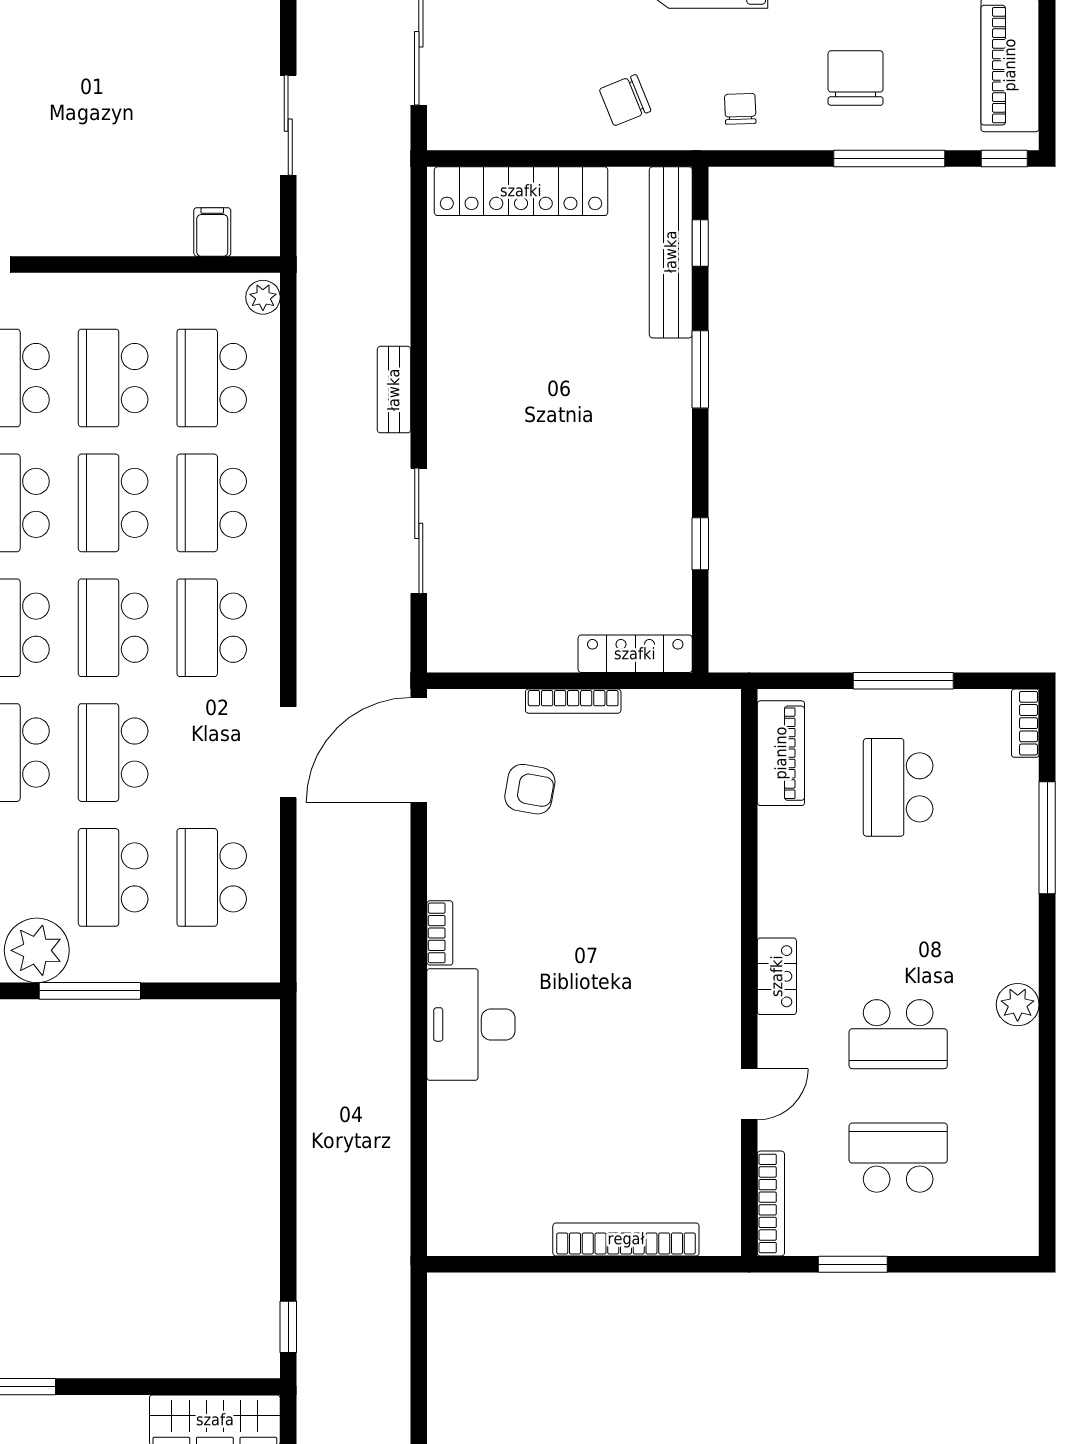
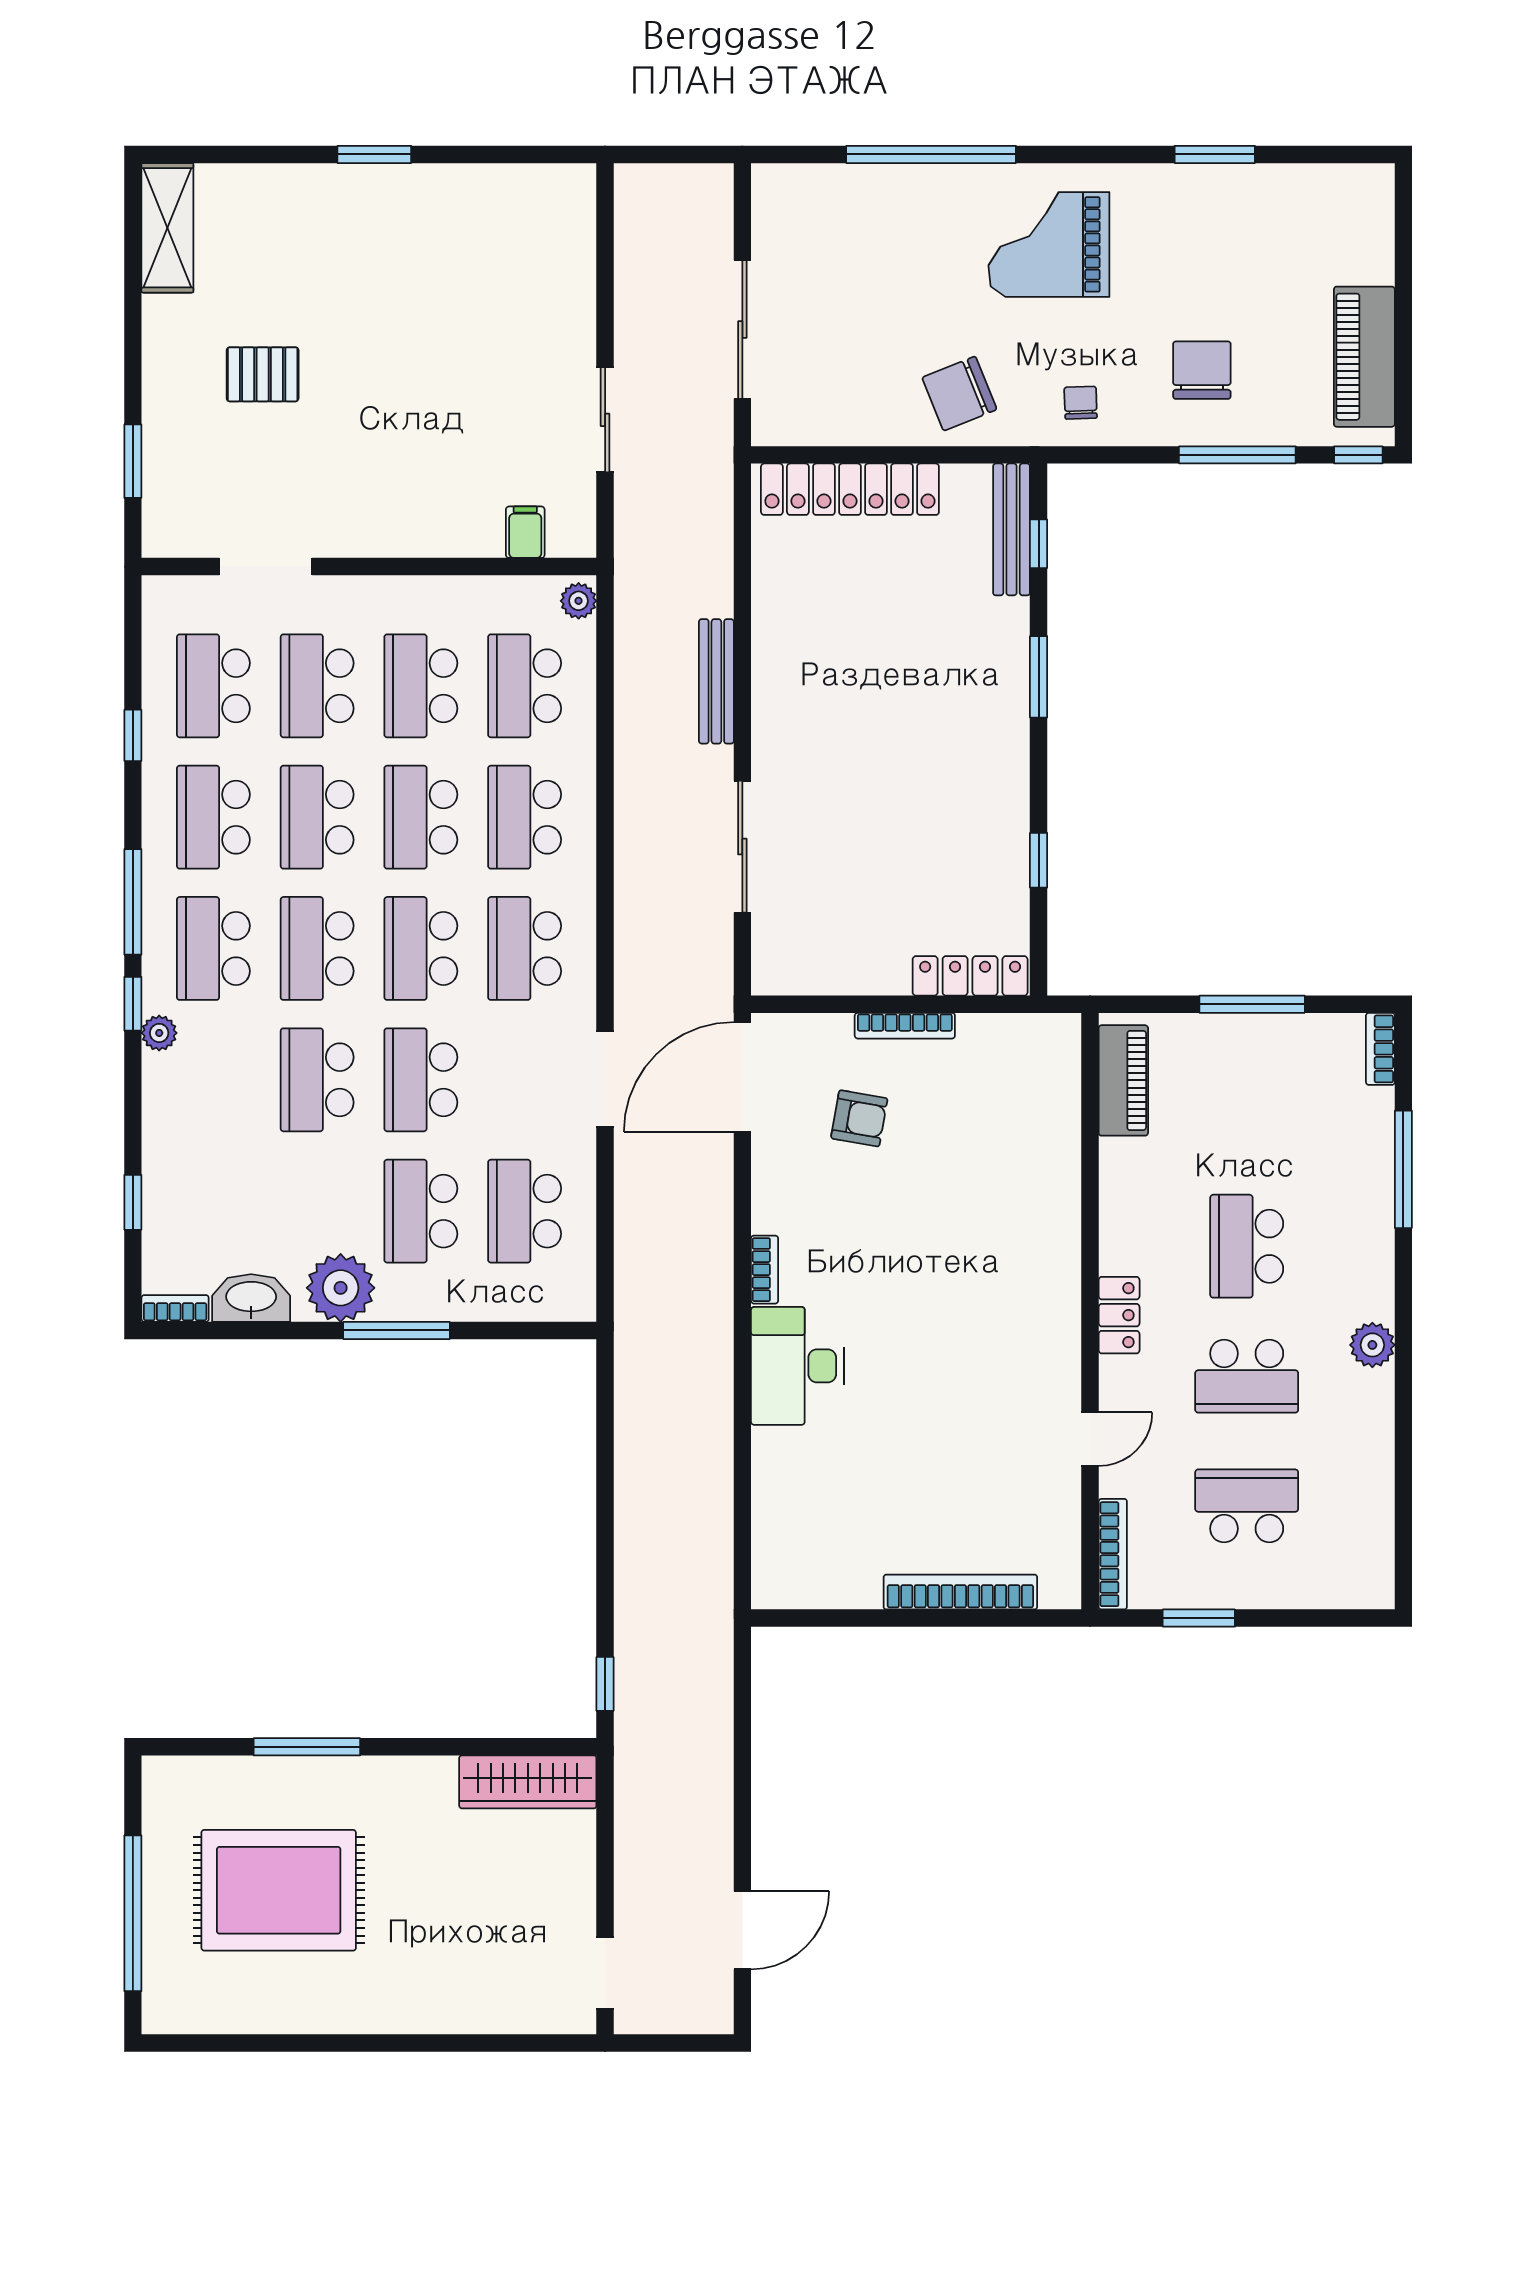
chair: (625, 100) -> (959, 393), width x1.37, depth x1.37
bench: (671, 252) -> (1011, 529), width x0.73, depth x0.82
bench: (394, 390) -> (716, 681), width x1.36
school desk: (898, 787) -> (1247, 1246), moved

